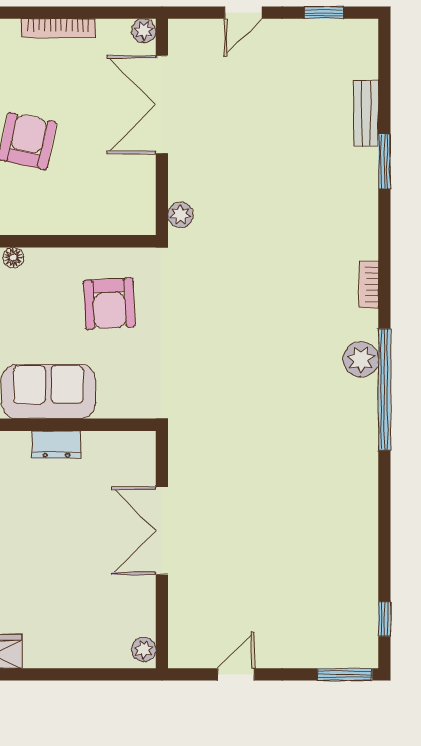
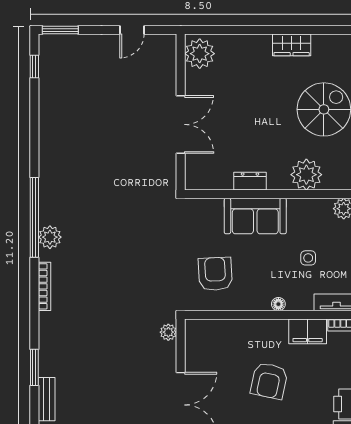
bookcase: (369, 285) -> (44, 286), width x1.56
plant: (144, 649) -> (200, 54), width x1.88, depth x1.88

